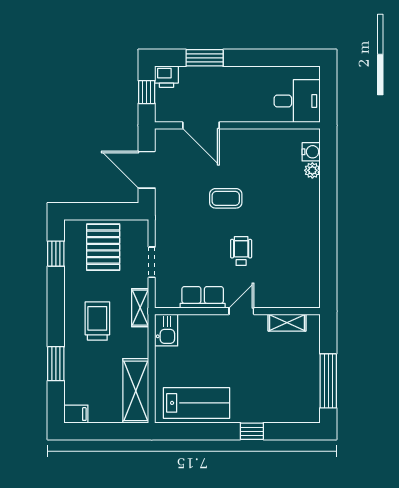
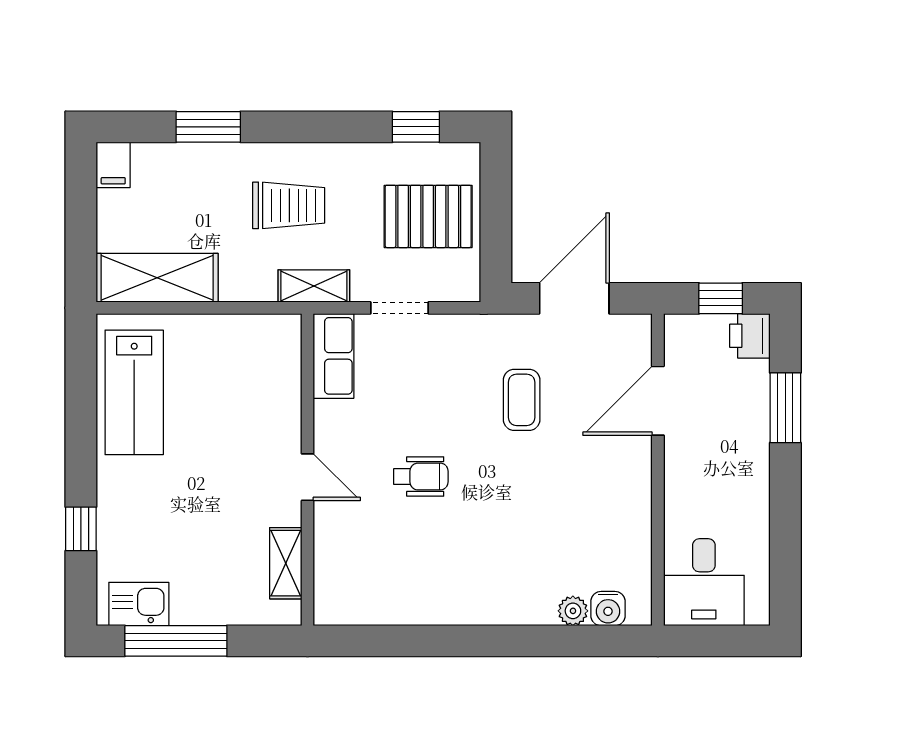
coffee table: (226, 198) -> (522, 400), moved
row of seats: (203, 297) -> (333, 356), moved
kitchen sink: (166, 330) -> (139, 604), moved, turned 180
window: (252, 431) -> (81, 529), moved

